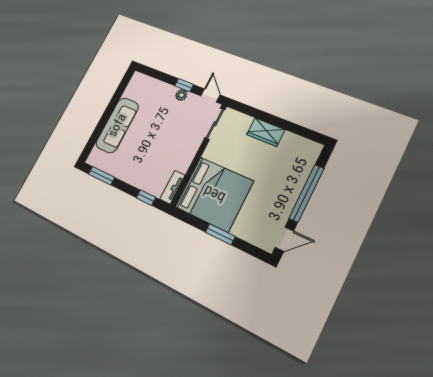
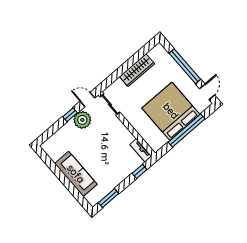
plant: (181, 95) -> (82, 120), width x1.88, depth x1.88
wardrobe: (266, 132) -> (137, 70), width x1.50
bed: (214, 194) -> (171, 111), moved, turned -90
window: (220, 234) -> (187, 131), width x2.11

